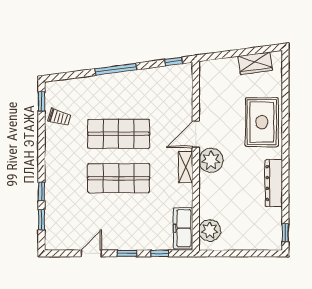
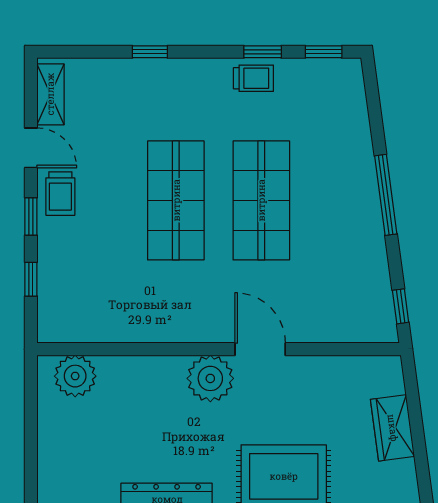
wardrobe: (255, 63) -> (393, 428), moved
trolley: (59, 117) -> (253, 78), moved, turned -107
shelving: (186, 167) -> (50, 94), moved, turned 90
window: (41, 220) -> (263, 52), moved
freezer: (183, 228) -> (79, 325), removed
trolley: (115, 238) -> (60, 194), added

